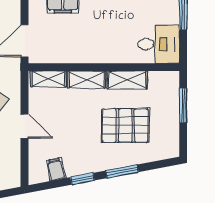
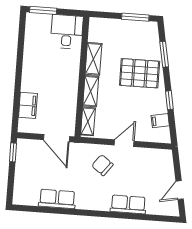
window: (183, 106) -> (135, 17), moved
pallet: (125, 125) -> (140, 73), moved, turned 90
window: (122, 171) -> (164, 54), moved

